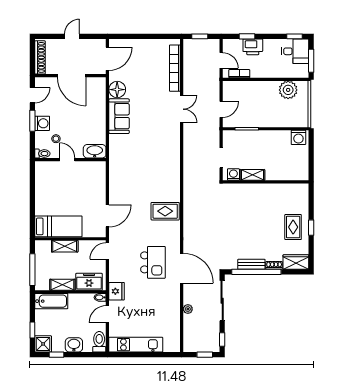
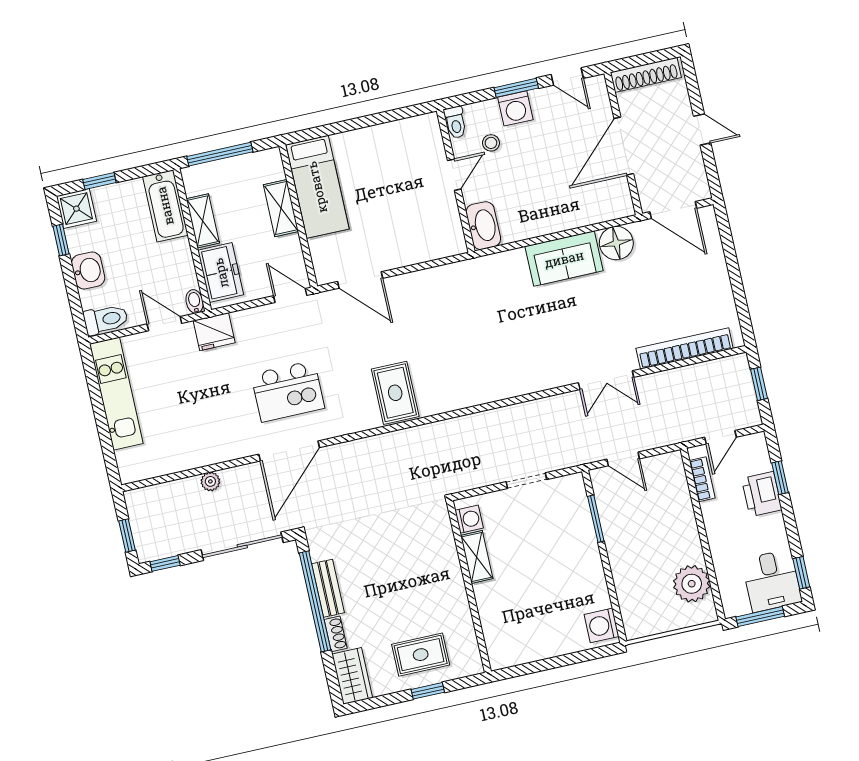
washing machine: (233, 175) -> (469, 519), moved
shelving: (252, 175) -> (477, 557), moved
wall: (266, 182) -> (469, 587), moved

